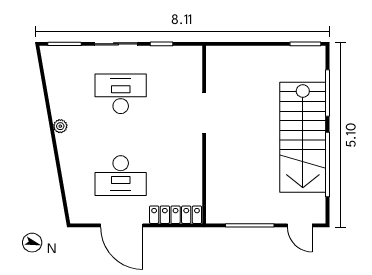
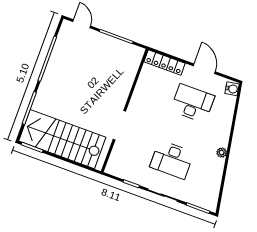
stairs: (303, 137) -> (62, 139), moved, turned -90
water cooler: (77, 213) -> (232, 89), added
door: (122, 225) -> (204, 69), width x0.73

